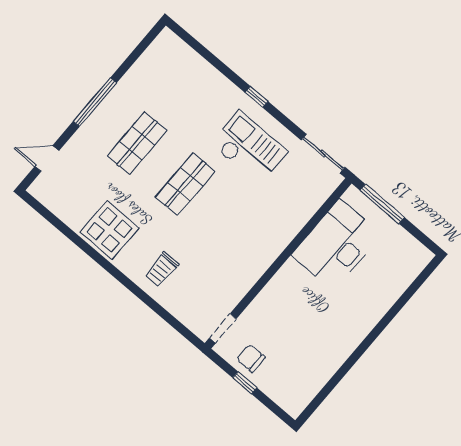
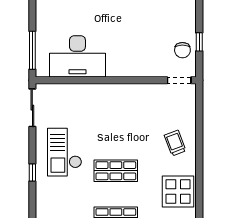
trolley: (162, 269) -> (175, 143), turned -111

